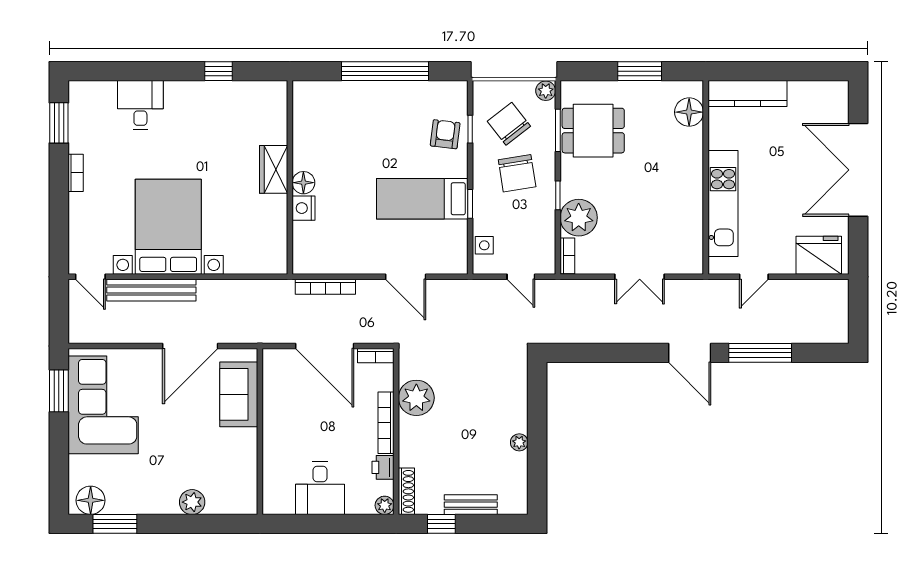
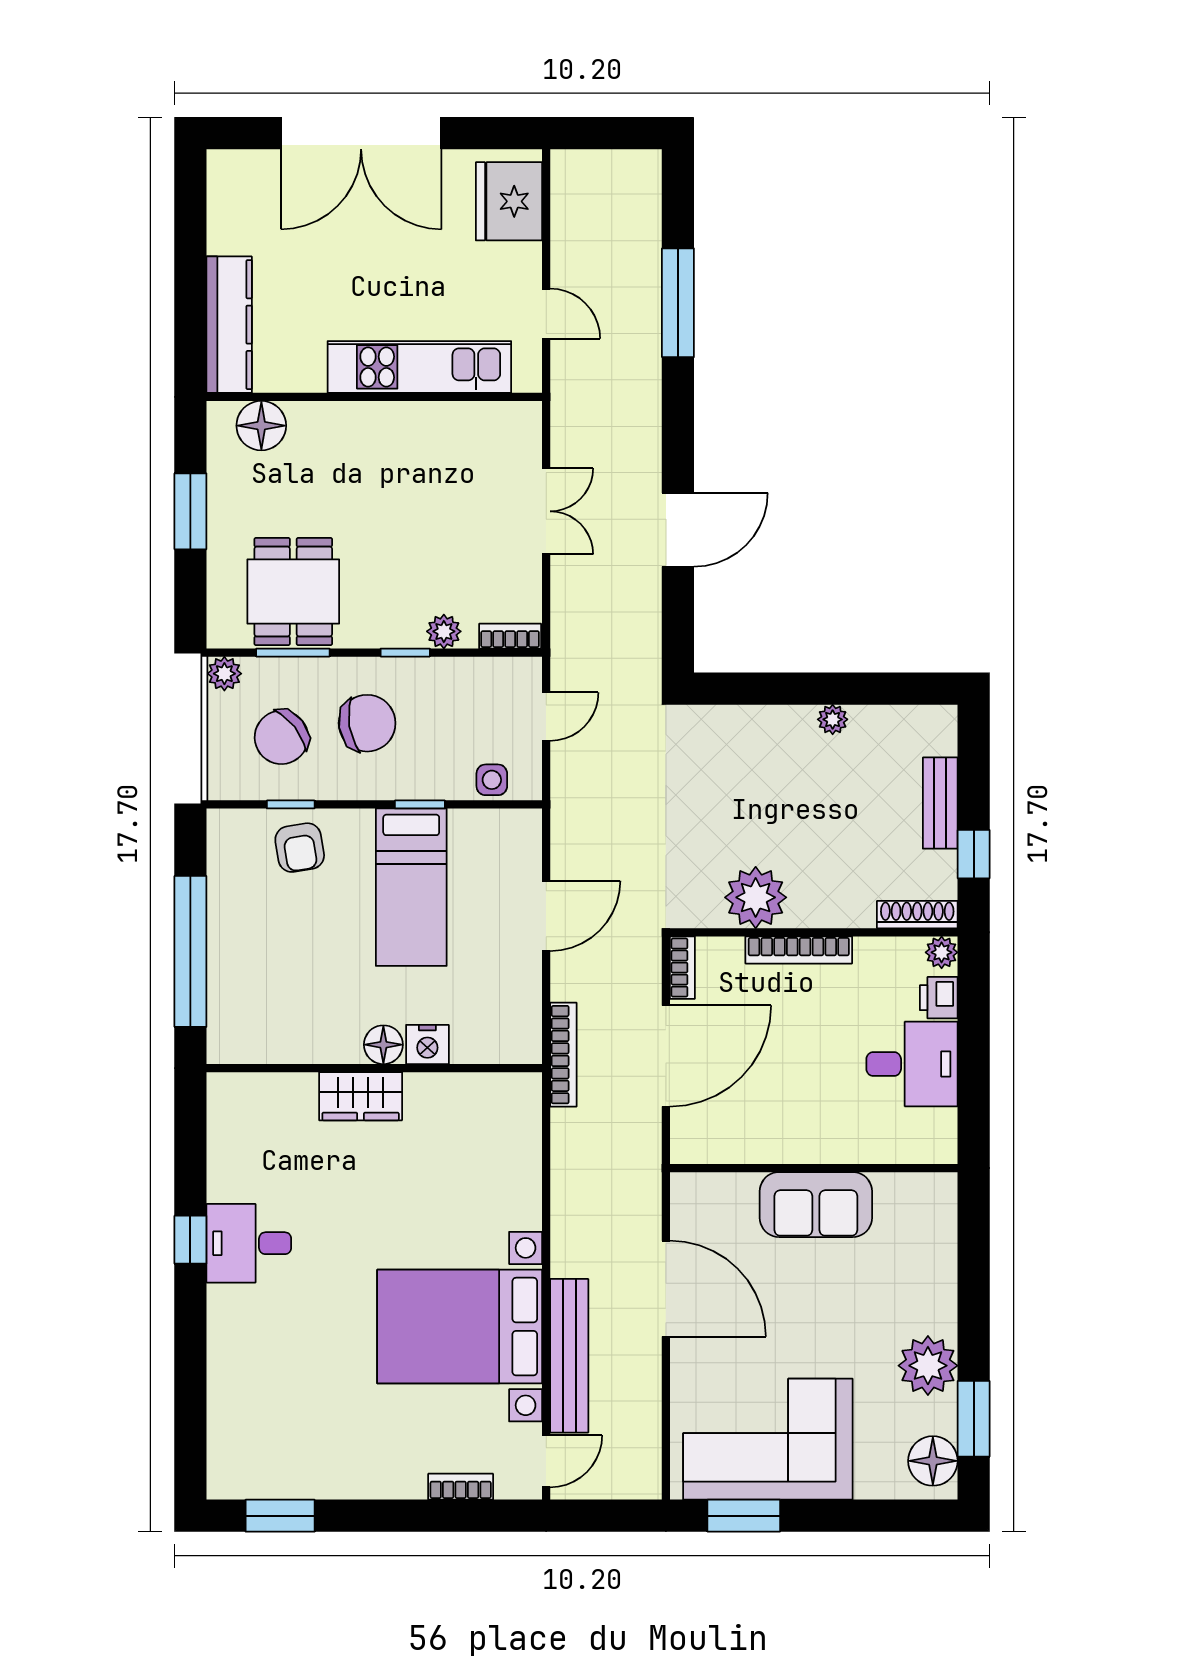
desk: (140, 105) -> (249, 1243), moved
armchair: (445, 134) -> (300, 848), turned -106
wardrobe: (274, 169) -> (361, 1096), moved
bookcase: (76, 173) -> (461, 1487), moved
wall: (290, 177) -> (374, 1068), moved
floor lamp: (303, 183) -> (383, 1045), moved
nightstand: (304, 208) -> (427, 1044), moved
plant: (579, 218) -> (444, 631), width x0.53, depth x0.53
door: (690, 353) -> (678, 530), moved
sofa: (239, 394) -> (816, 1205), moved
printer: (383, 467) -> (939, 998), moved, turned 90
plant: (192, 502) -> (928, 1366), moved, width x1.36, depth x1.36

